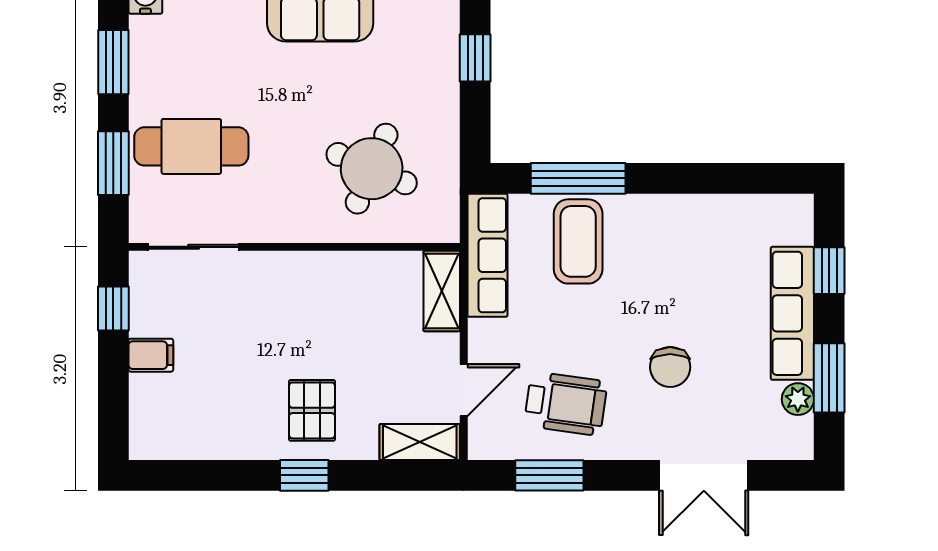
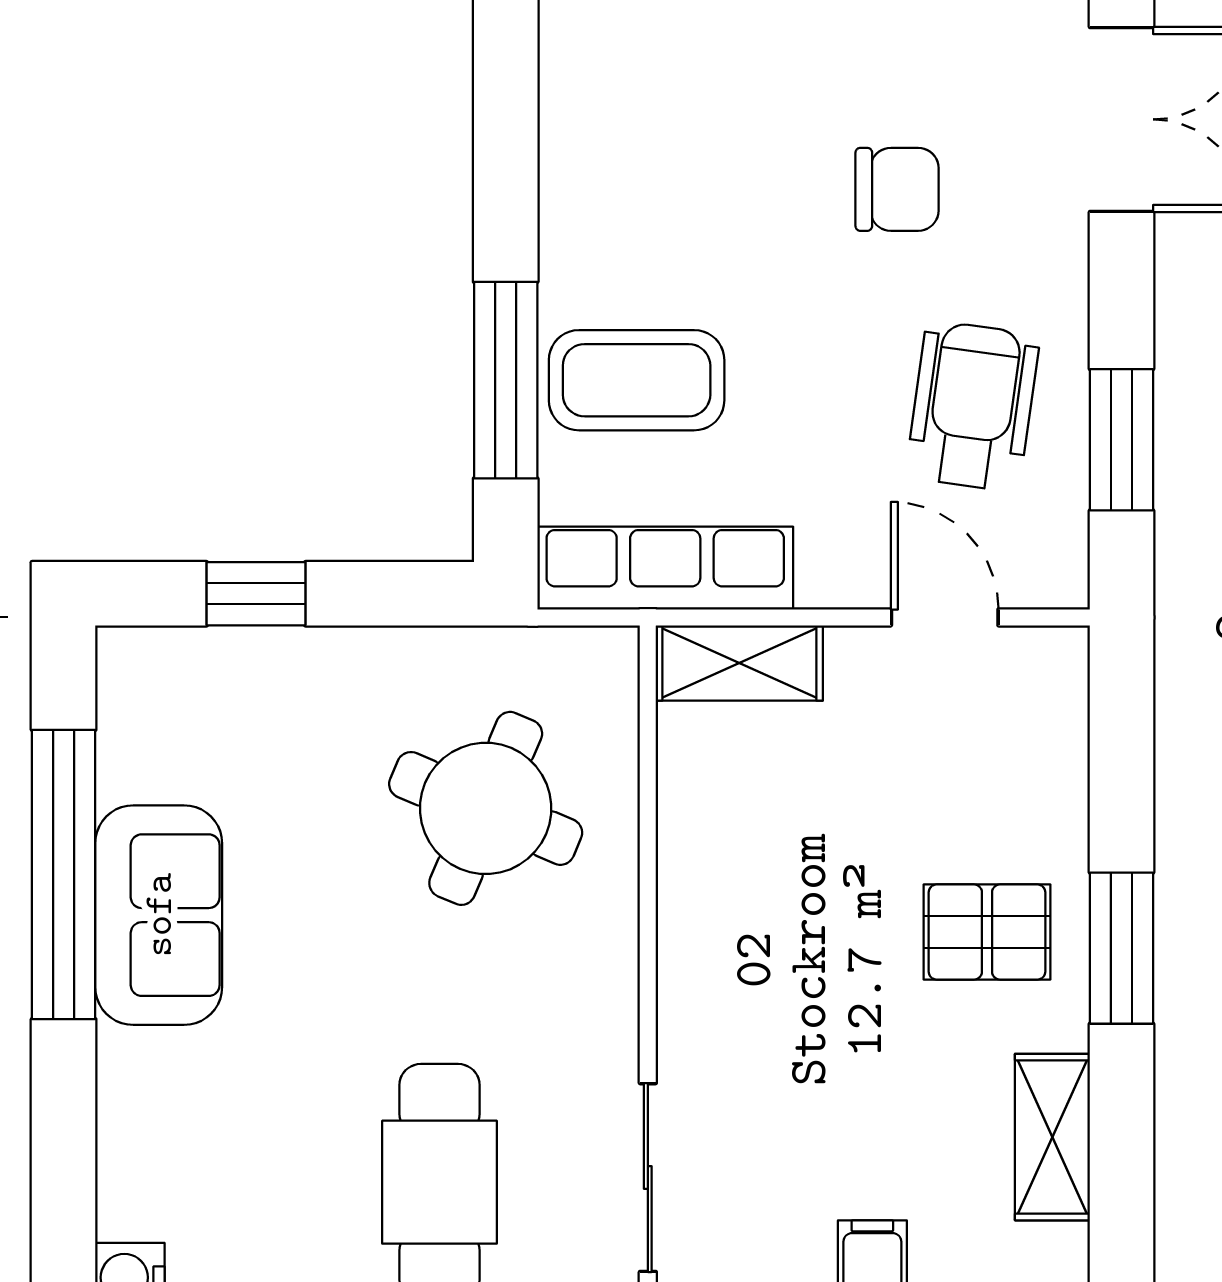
shelving: (420, 442) -> (1052, 1137), moved
window: (304, 475) -> (1121, 948), width x1.50

